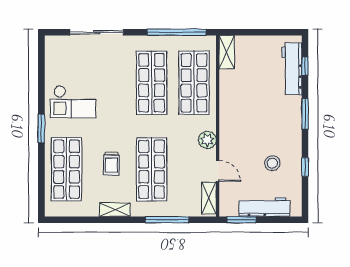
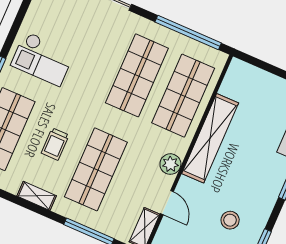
shelving: (227, 52) -> (210, 138), moved, width x2.20, depth x1.33

